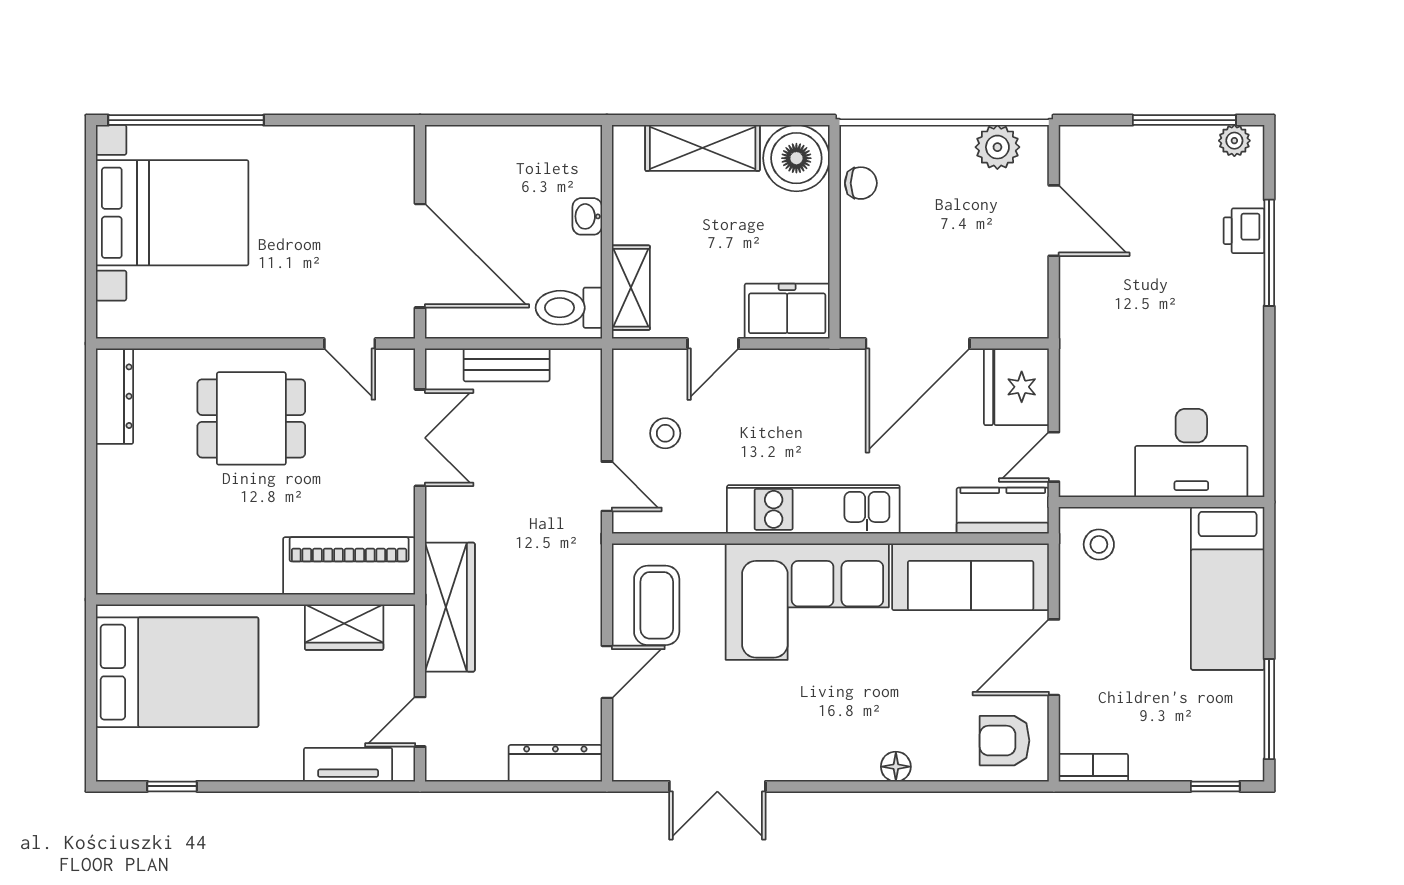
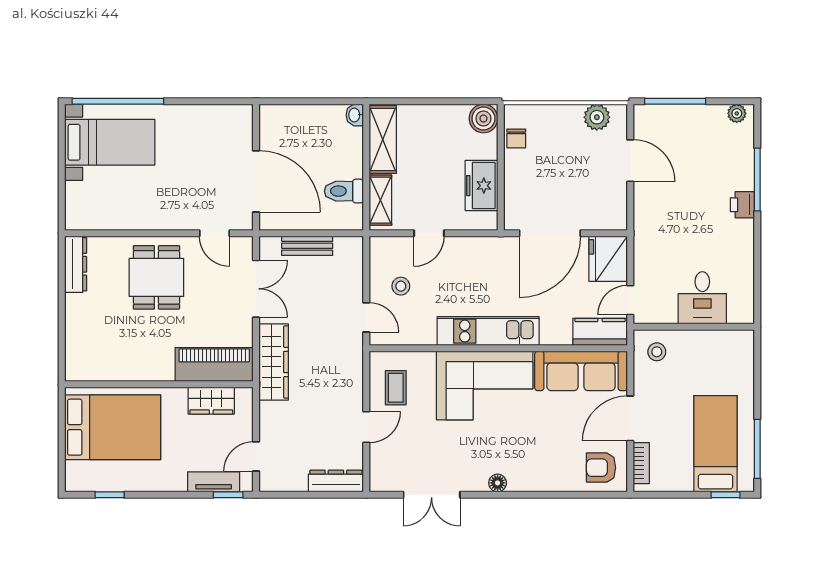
window: (1184, 120) -> (675, 101), moved
shelving: (703, 148) -> (383, 139), moved, turned 90
boiler: (796, 158) -> (483, 118), width x0.73, depth x0.73
chair: (861, 183) -> (516, 138), turned 90
bed with nightstands: (172, 213) -> (110, 142), width x0.73
washbasin: (587, 216) -> (355, 115), moved
printer: (1244, 231) -> (742, 205), moved
toilet: (569, 308) -> (344, 191), moved
freezer: (787, 311) -> (482, 186), moved, turned -90
dining table: (251, 418) -> (156, 277), turned 90
desk: (1191, 453) -> (702, 298), width x0.73
bed: (1228, 588) -> (716, 444), moved, turned 180
coffee table: (657, 605) -> (396, 388), width x0.73, depth x0.77
wardrobe: (450, 607) -> (274, 362), moved
floor lamp: (896, 767) -> (498, 483), moved
bookcase: (1093, 768) -> (641, 463), moved, turned 90
window: (373, 786) -> (228, 495), added

